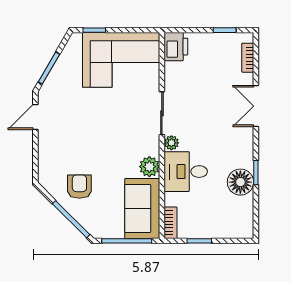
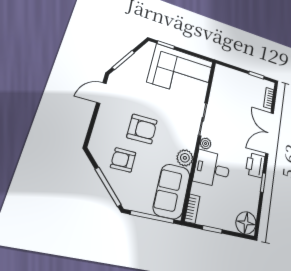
printer: (176, 47) -> (255, 165), moved, turned 180
double door: (256, 106) -> (270, 133), width x1.37
armchair: (91, 146) -> (142, 129), added
floor lamp: (240, 182) -> (246, 223), moved
armchair: (79, 187) -> (123, 160), turned -90

